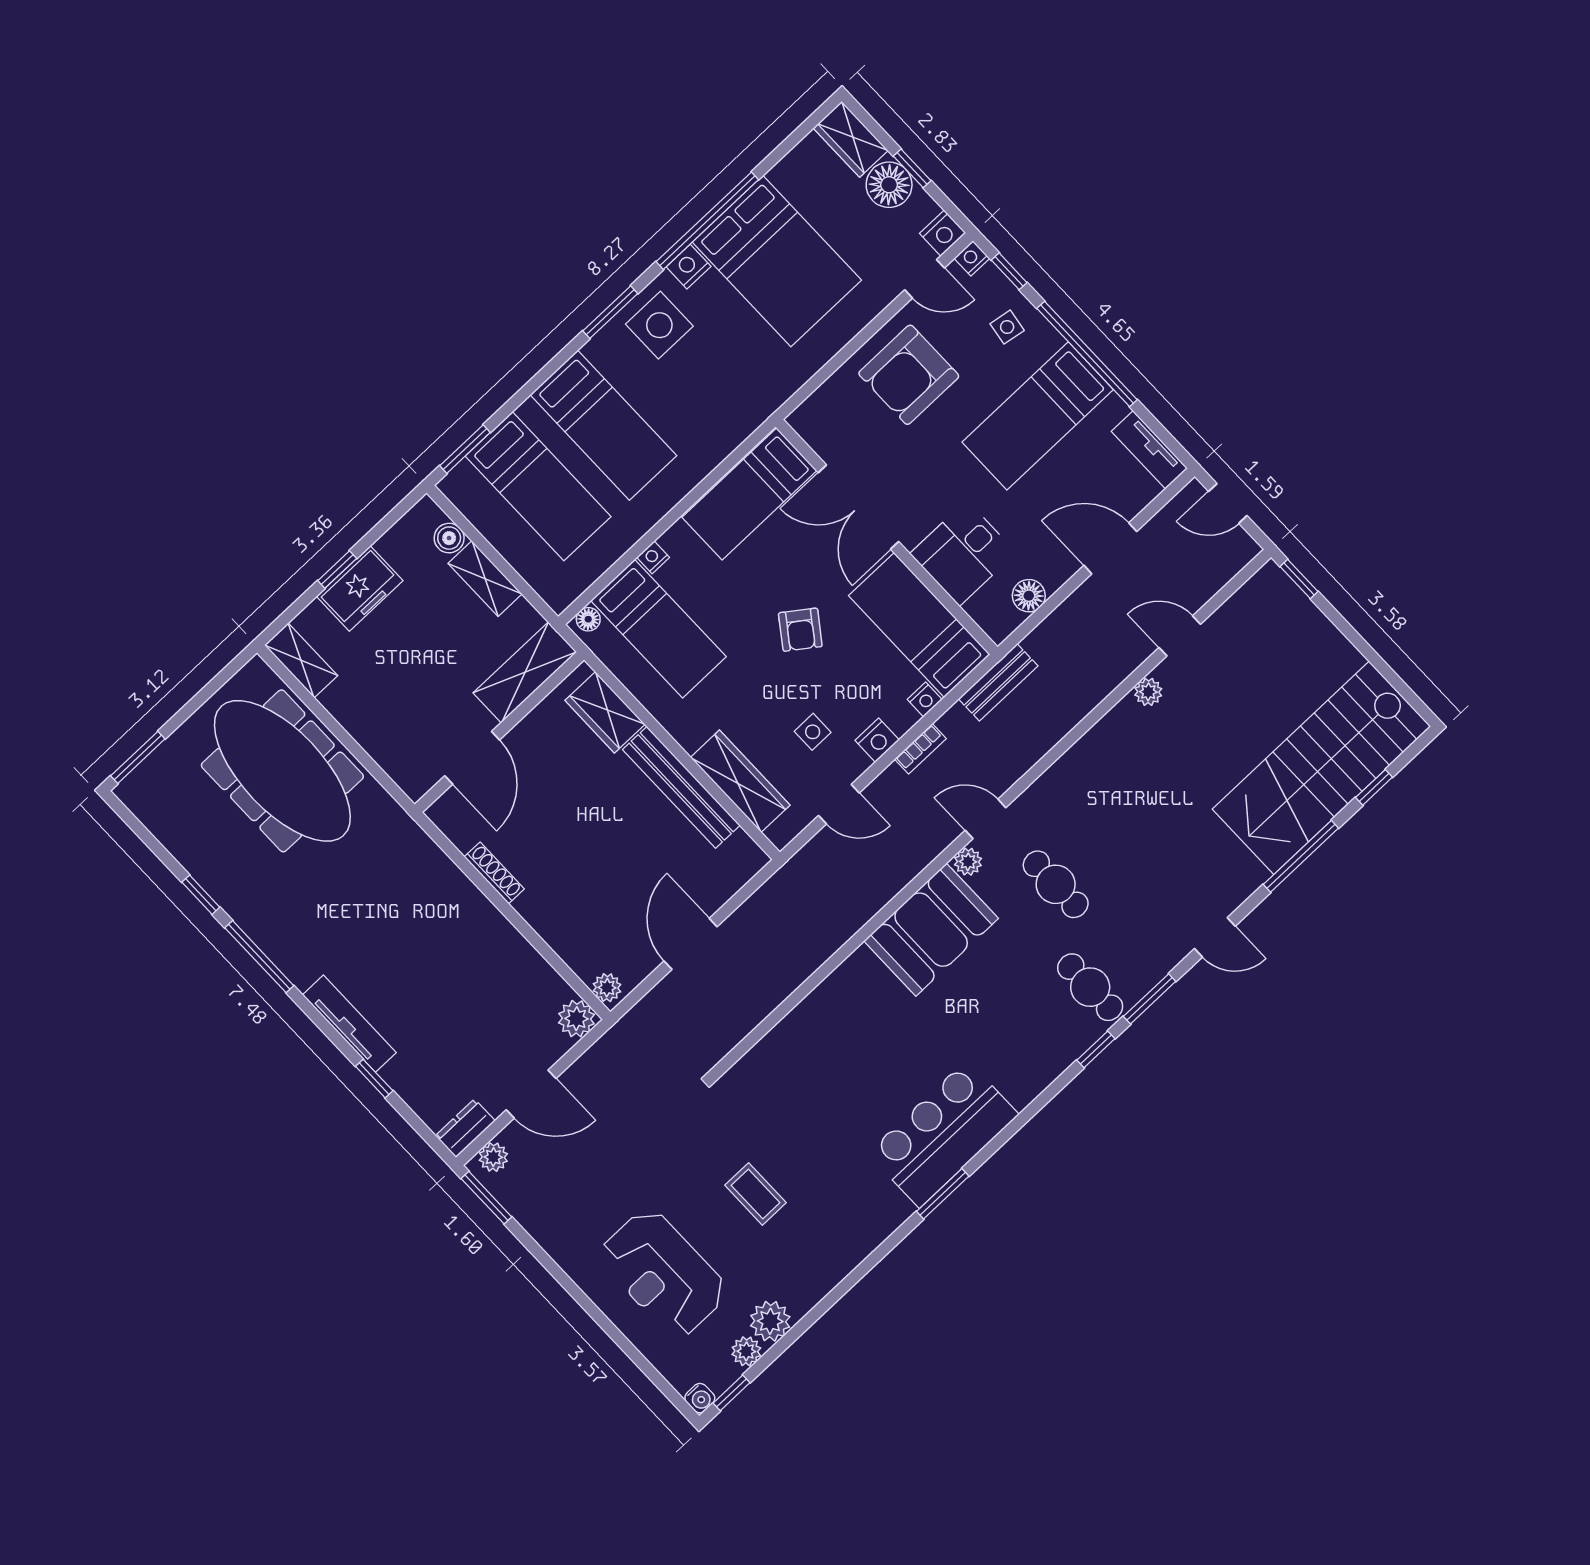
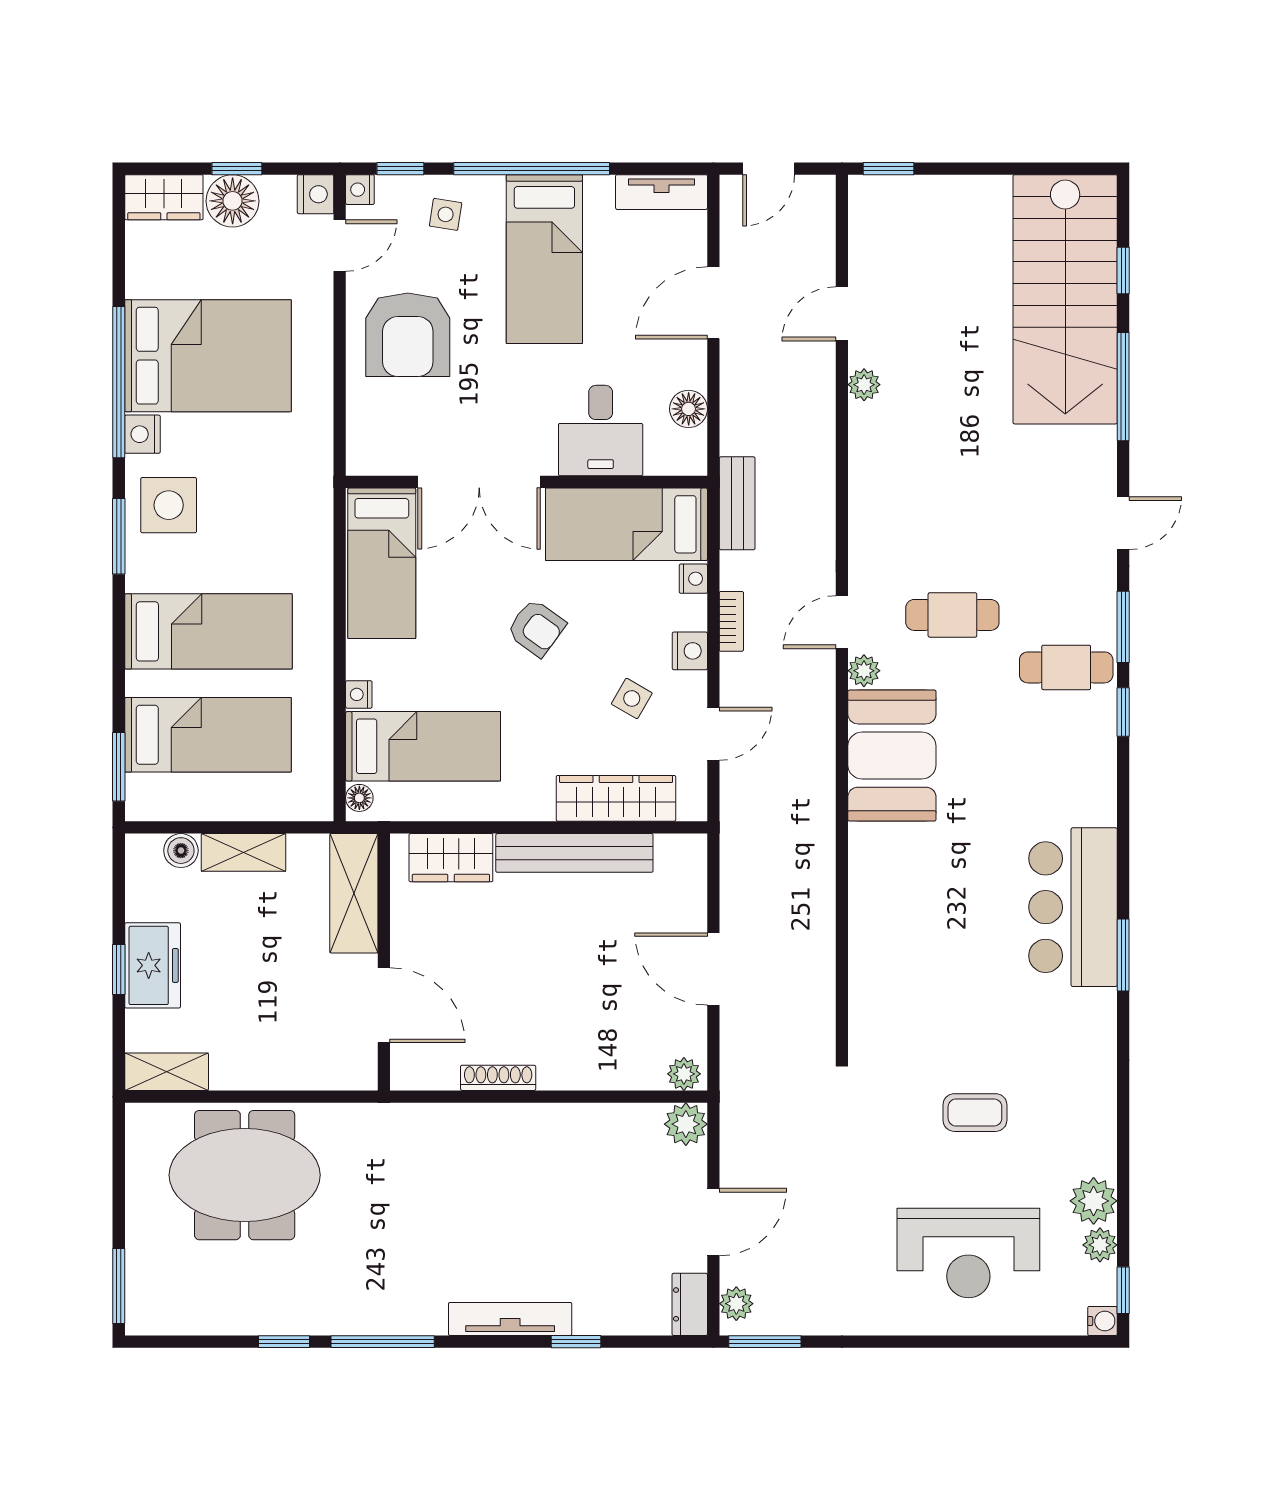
side table: (813, 732) -> (632, 698), turned 30
meeting table: (282, 771) -> (245, 1175), width x0.73

